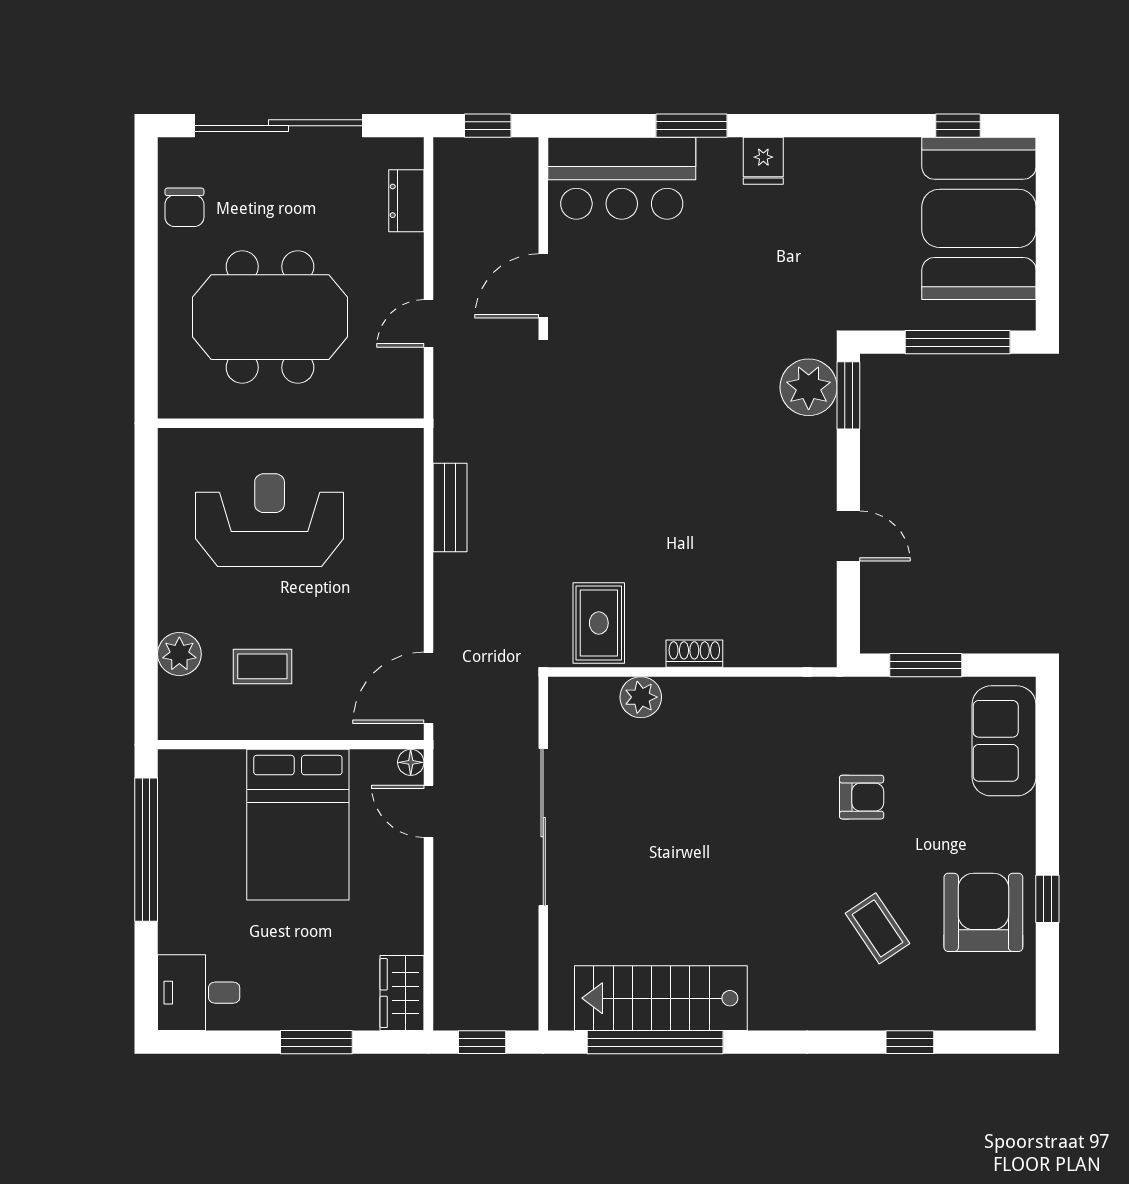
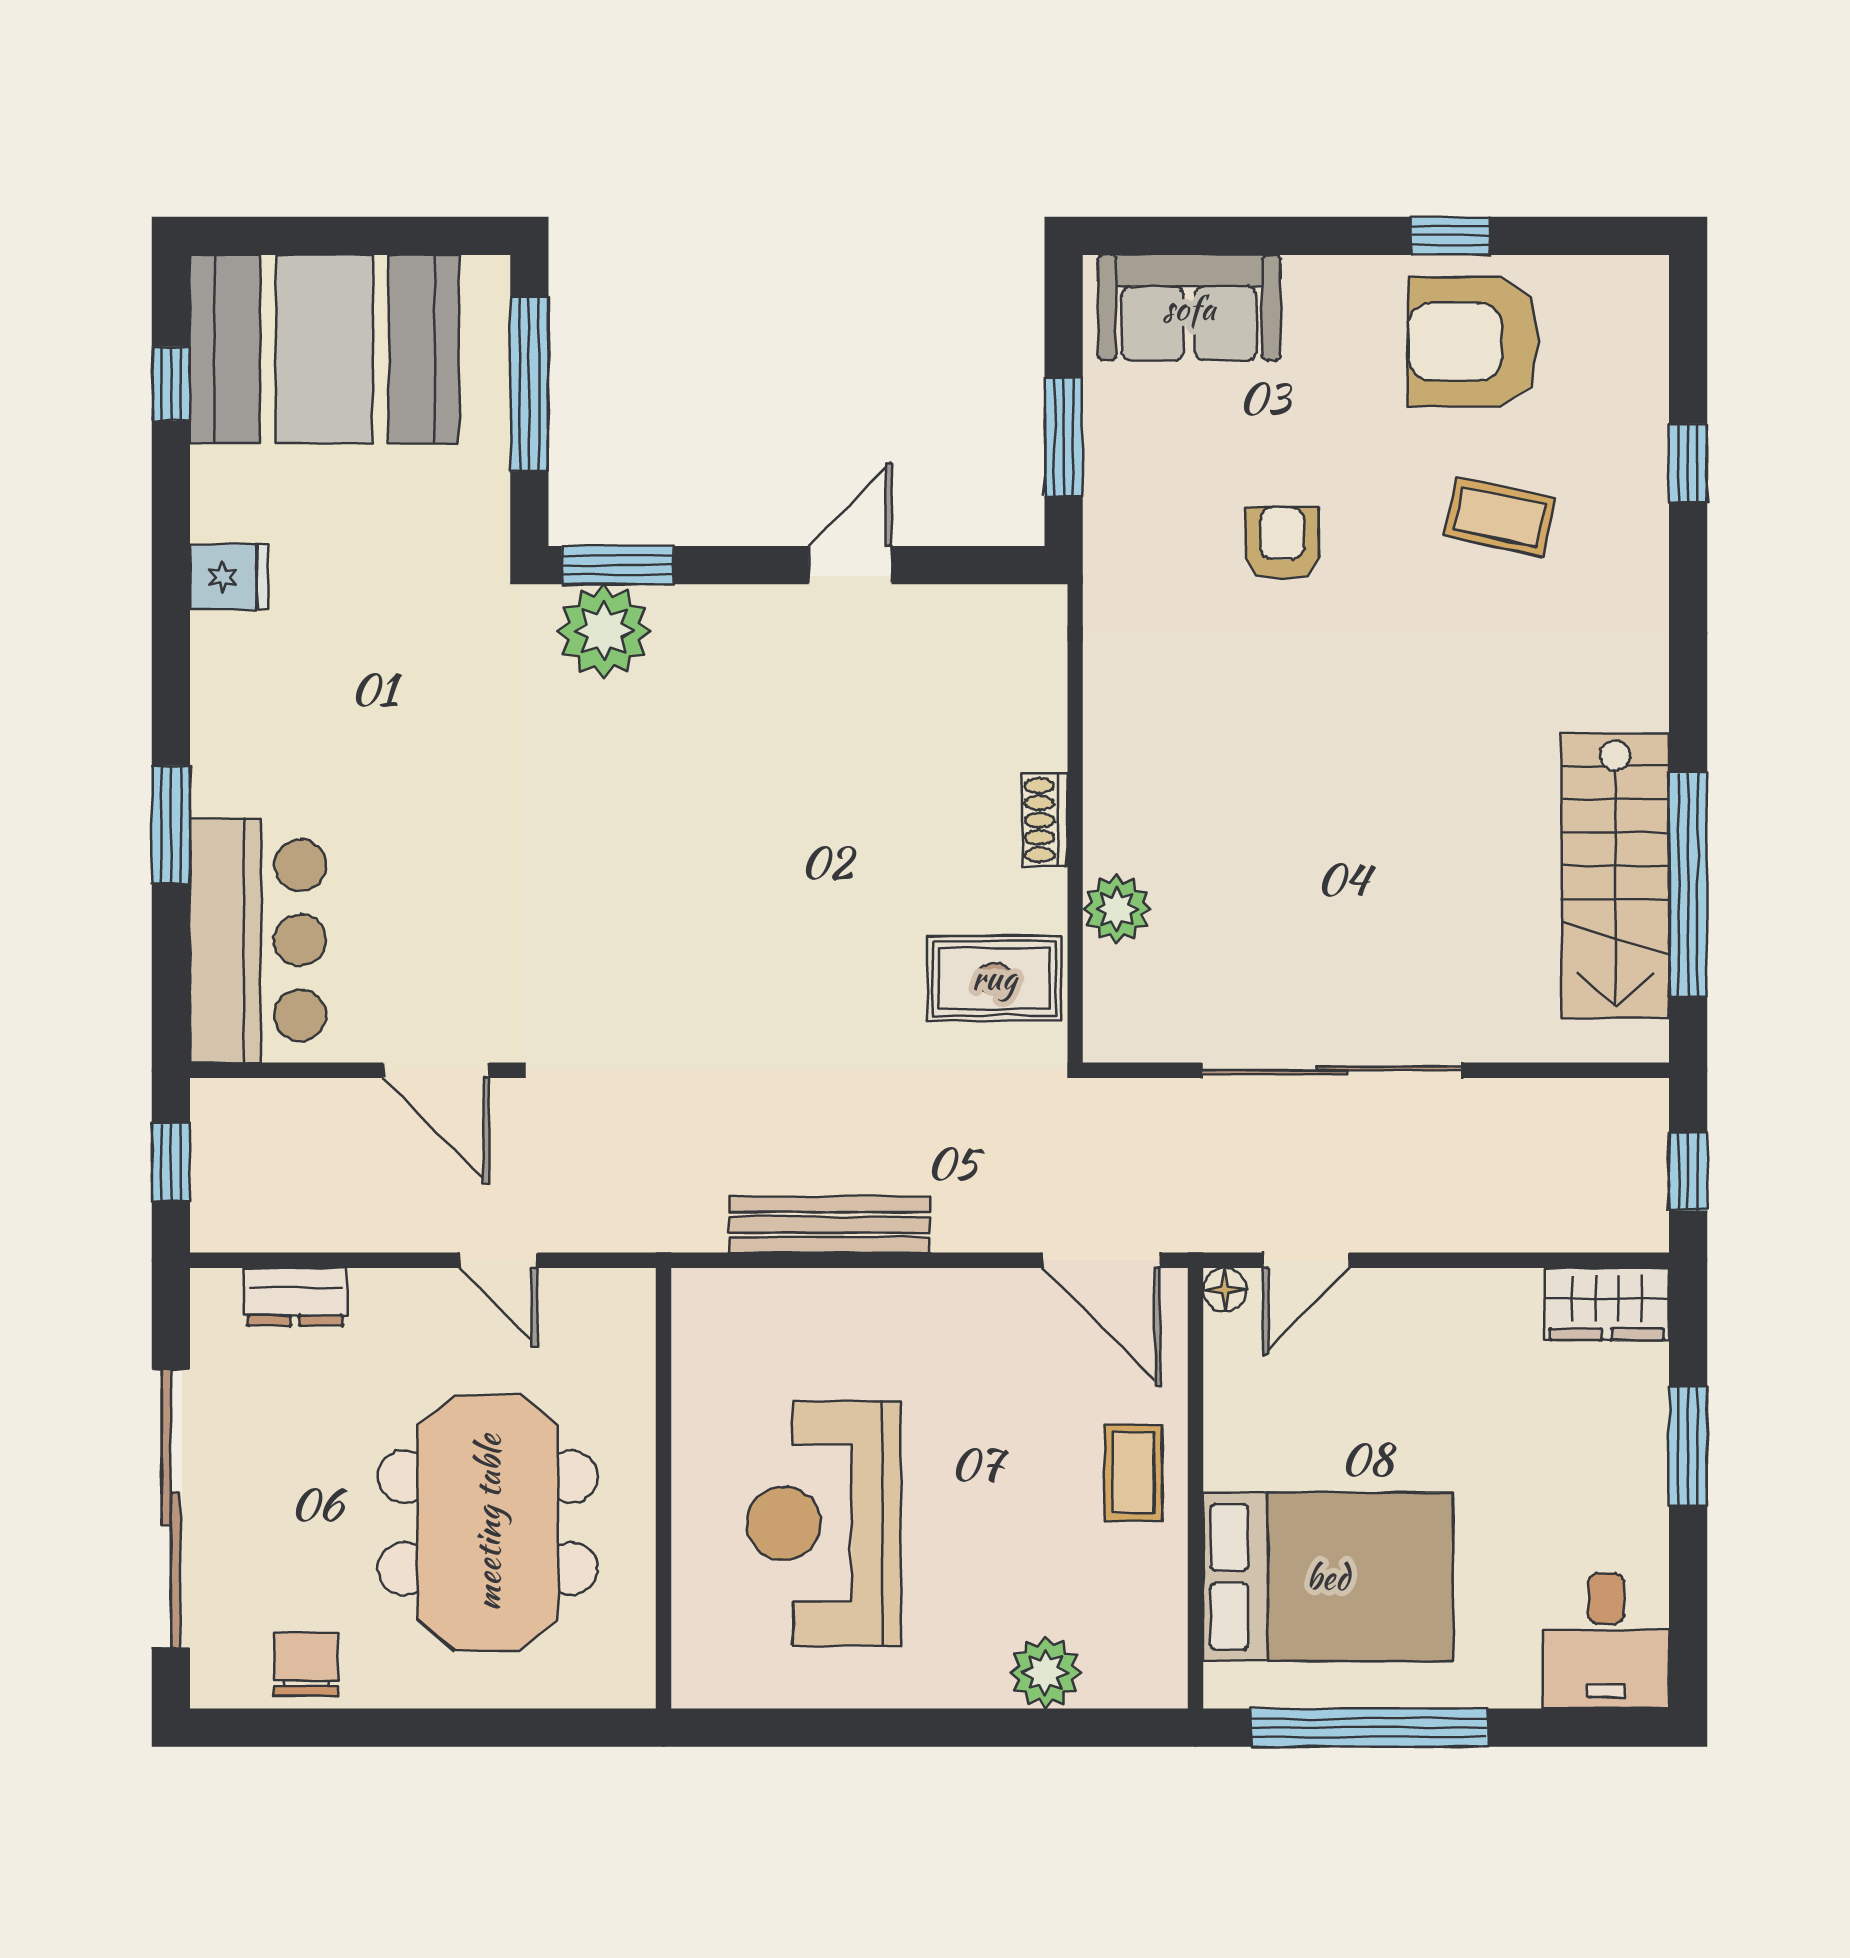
fridge: (763, 161) -> (229, 577), moved
chair: (184, 207) -> (306, 1664), turned -90
bench: (450, 507) -> (830, 1225), width x1.36
coffee table: (262, 666) -> (1133, 1473), moved
bed: (298, 825) -> (1328, 1577), moved
coffee table: (877, 928) -> (1500, 517), turned 46

